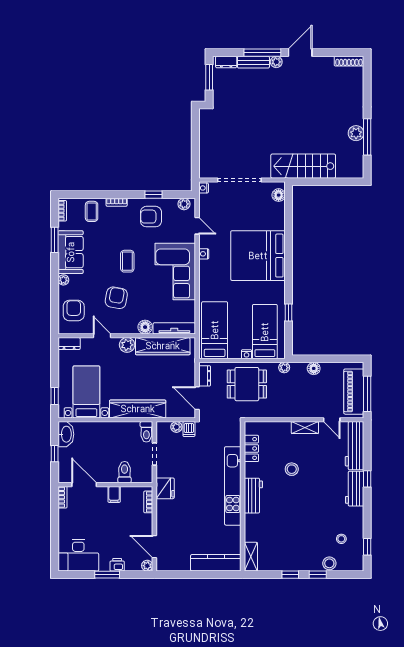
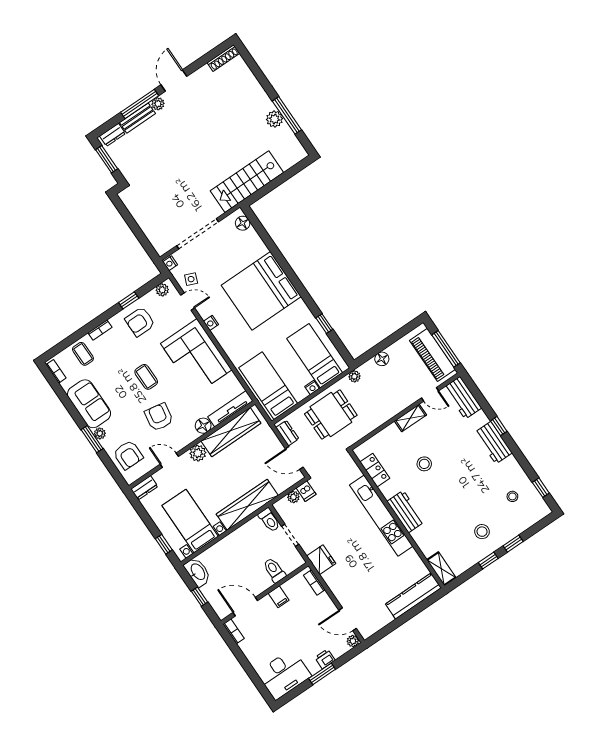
side table: (211, 211) -> (191, 279), added
window: (55, 240) -> (92, 439), moved
armchair: (74, 311) -> (128, 455), turned 180
workbench: (355, 446) -> (463, 398), width x0.73
stool: (329, 563) -> (482, 532), moved

